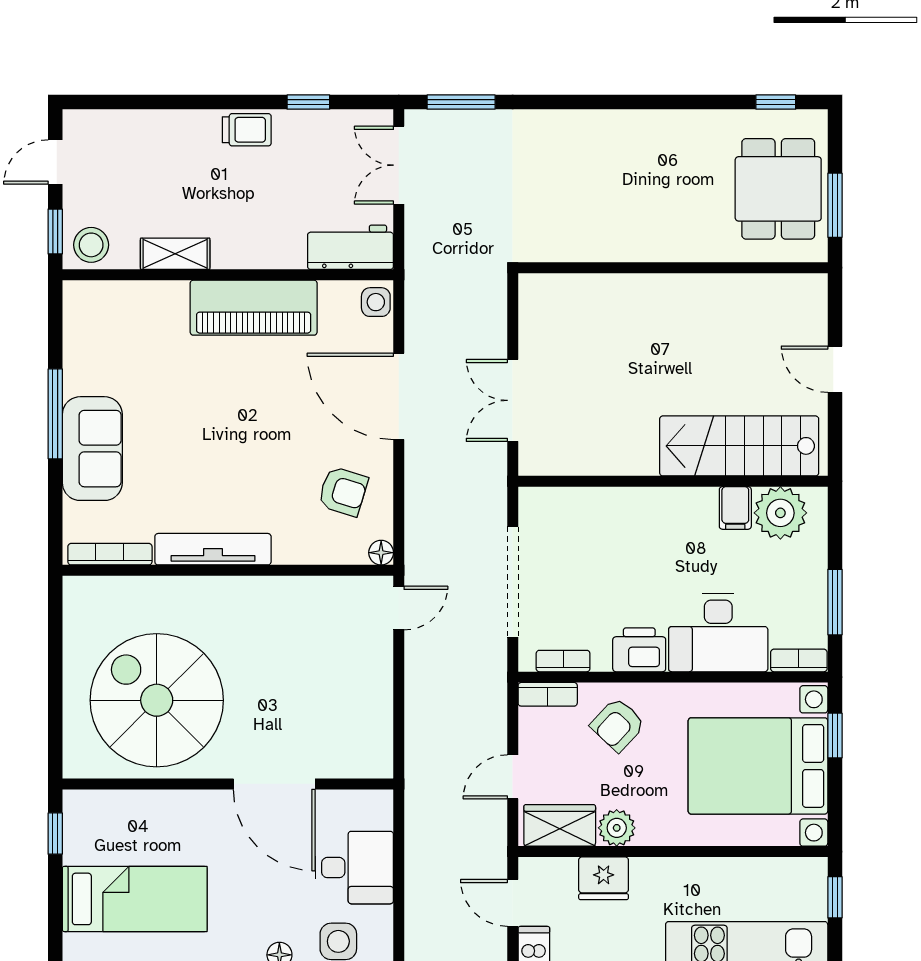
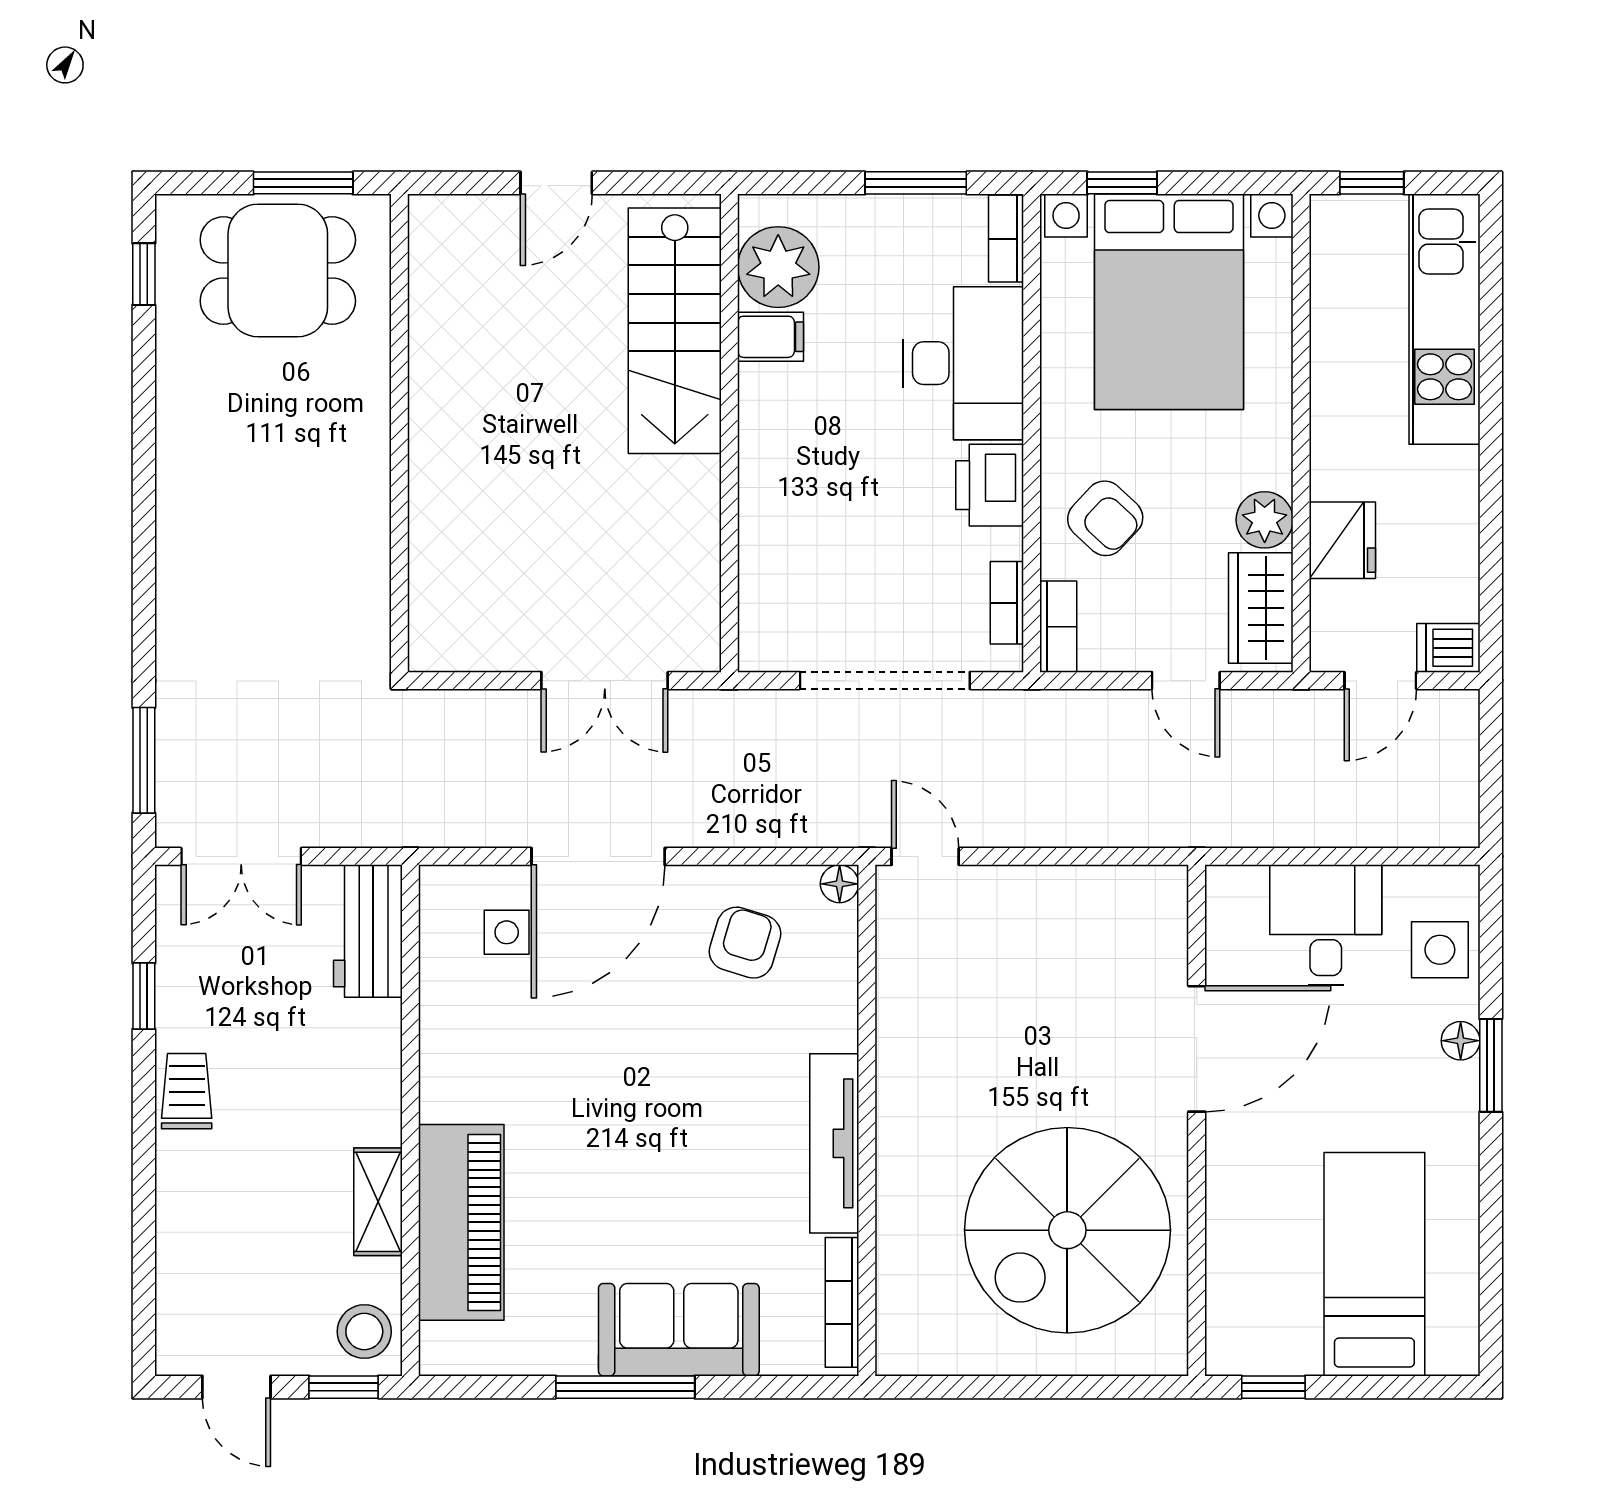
side table: (376, 302) -> (507, 932), moved
piano: (254, 308) -> (461, 1222), moved

